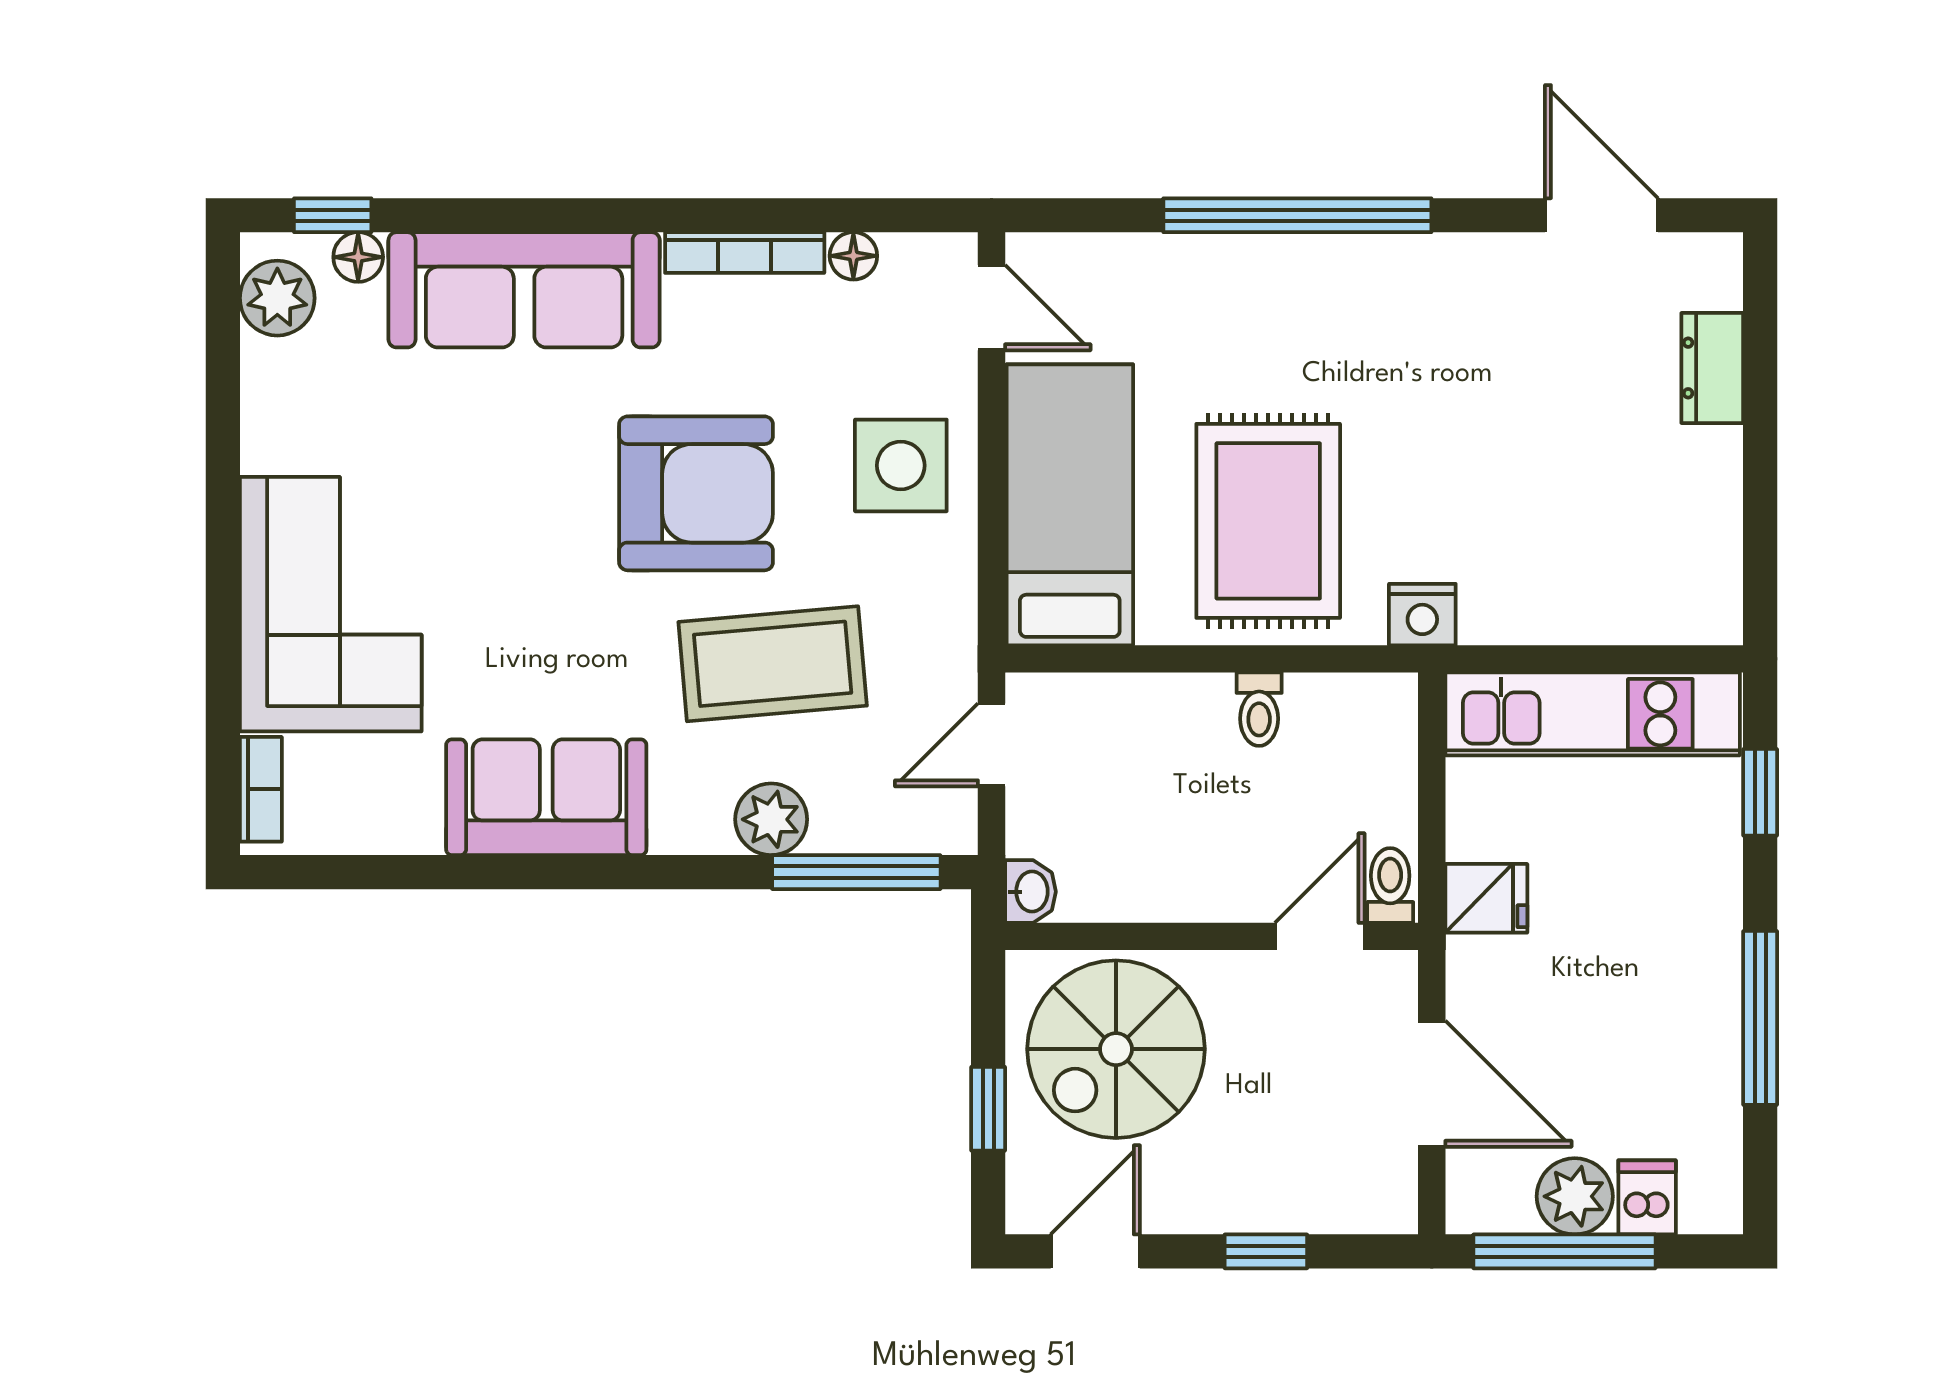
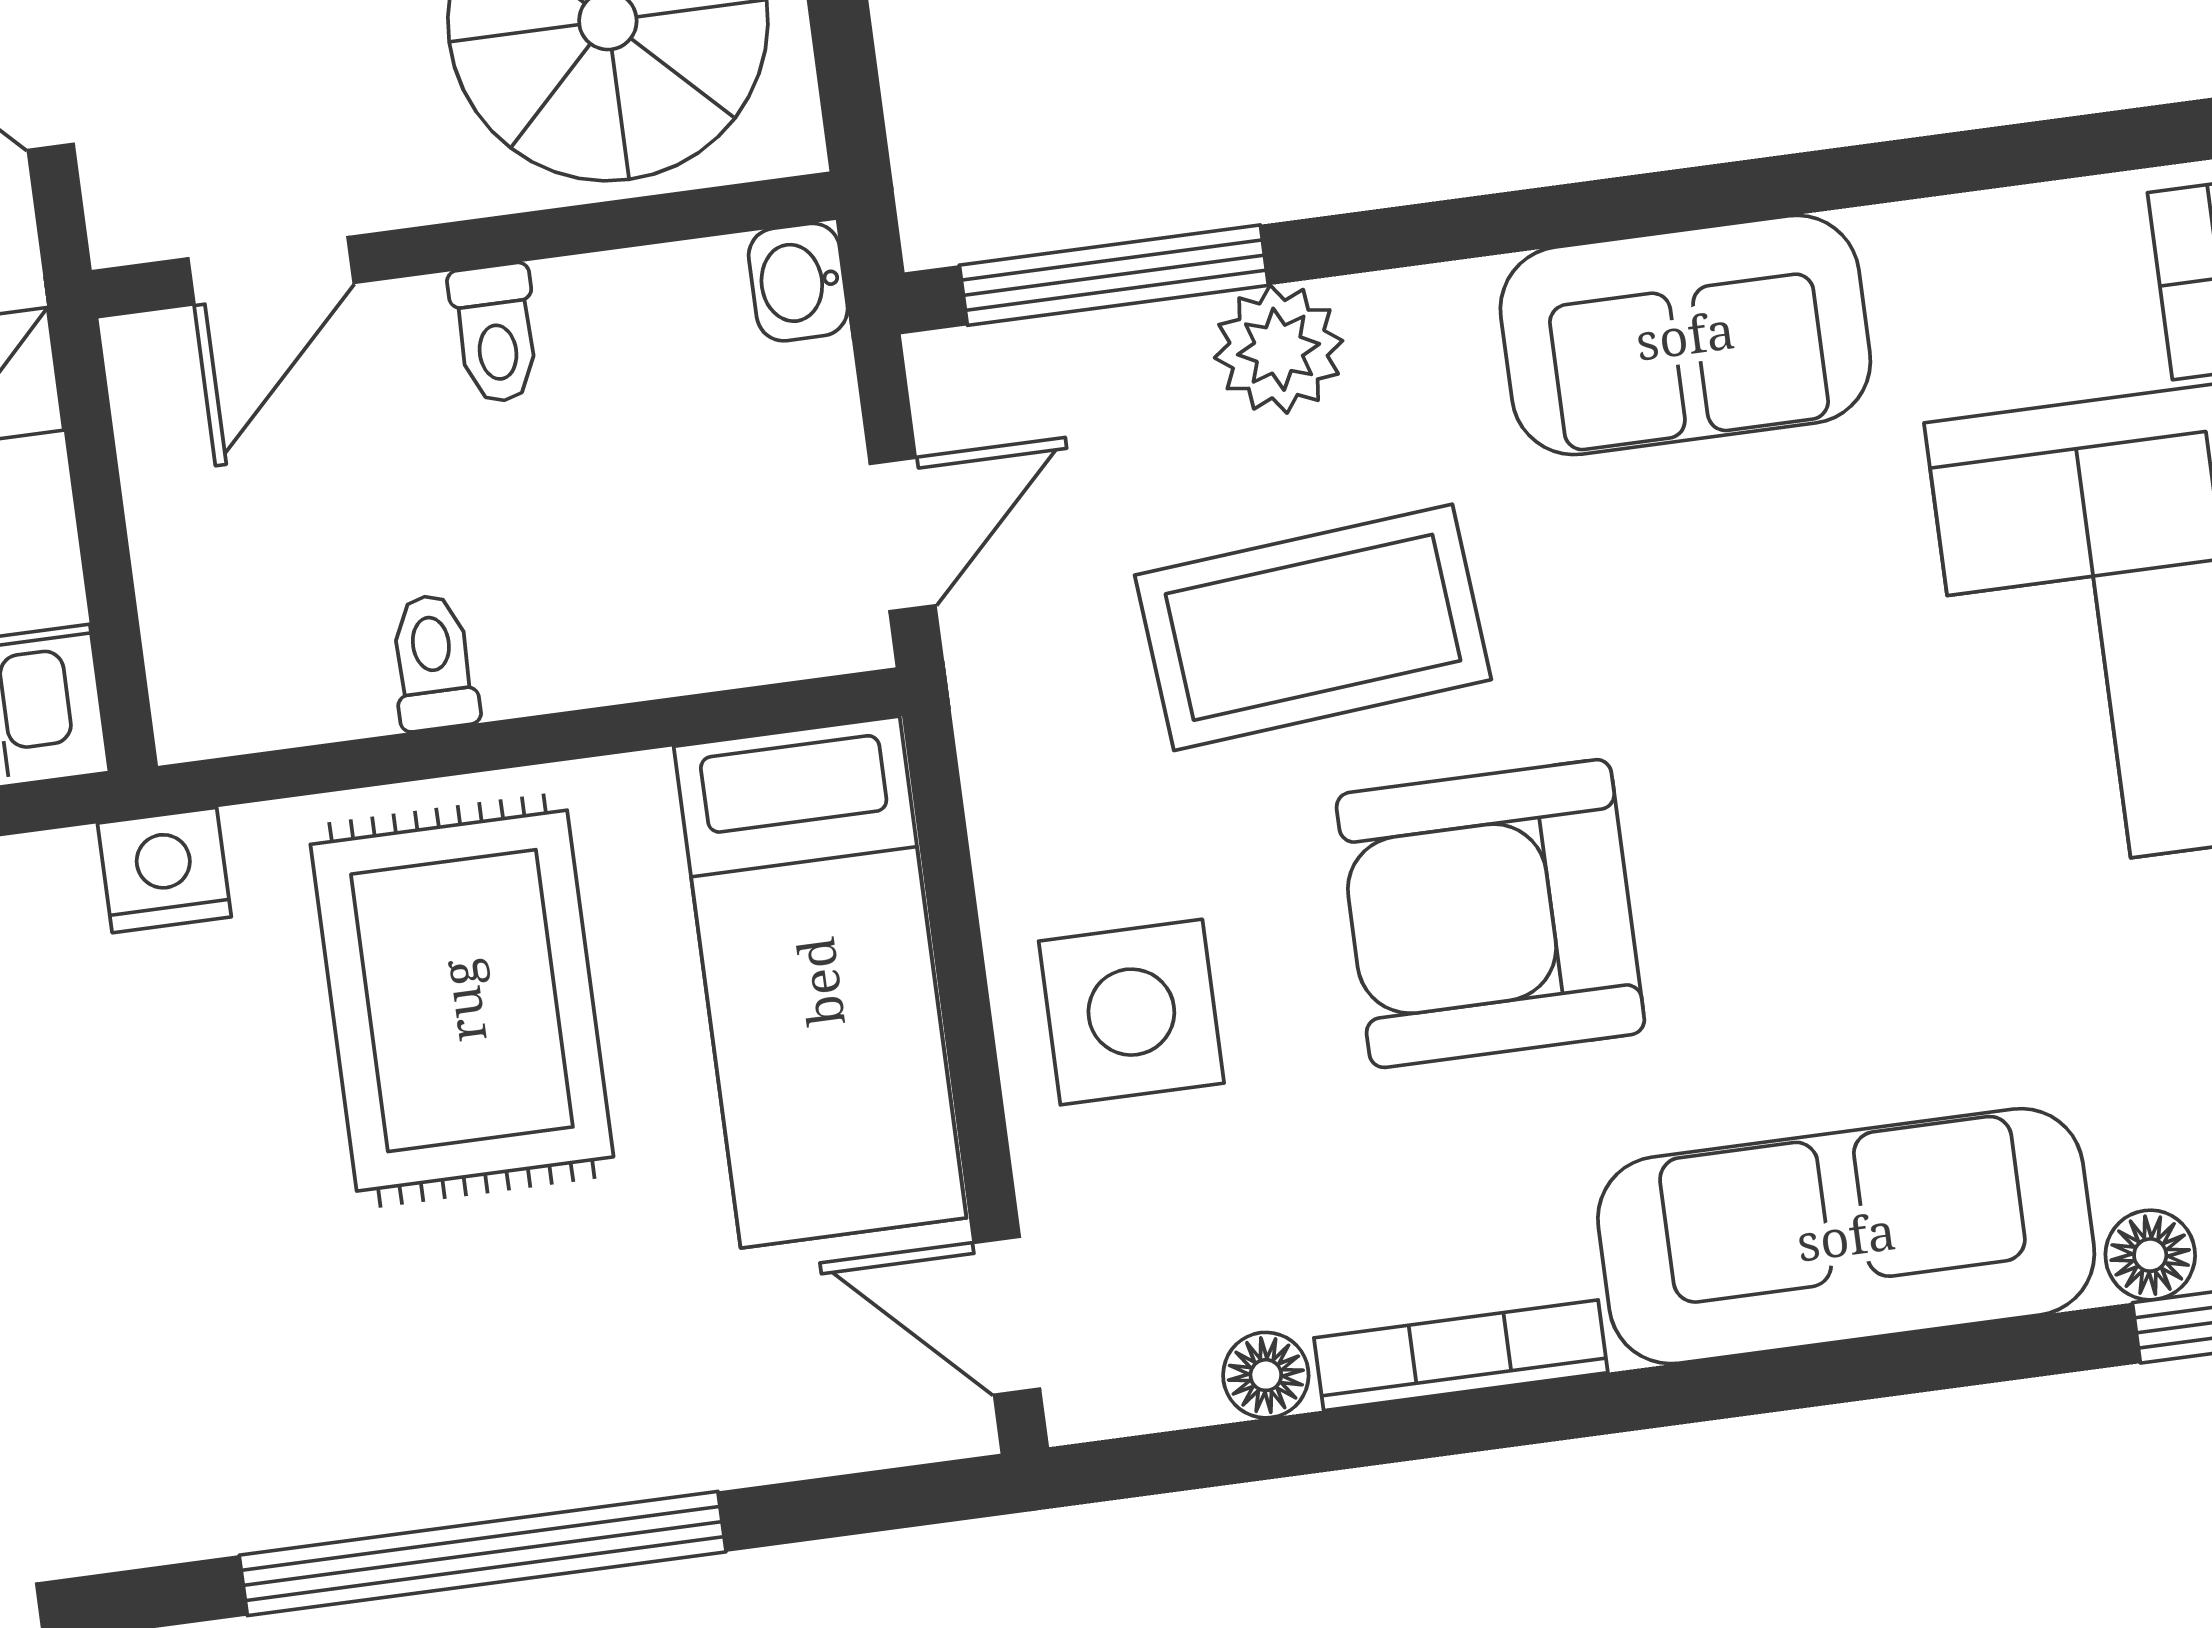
toilet: (1390, 885) -> (496, 333), moved

